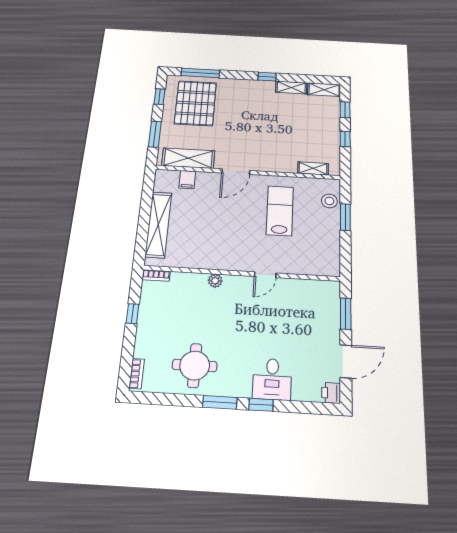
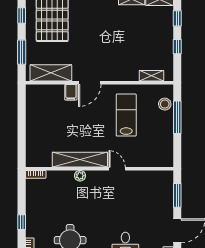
filing cabinet: (187, 180) -> (71, 92), moved
window: (345, 217) -> (177, 117), width x1.44
shelving: (158, 225) -> (80, 160), moved, turned 90
door: (265, 275) -> (117, 169), swing flipped
window: (132, 314) -> (22, 222), moved

